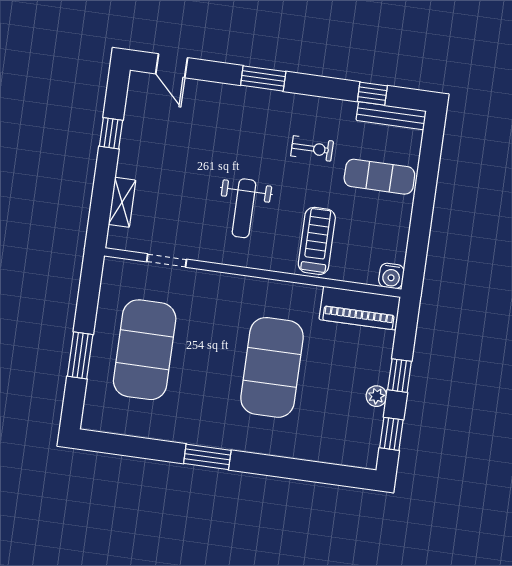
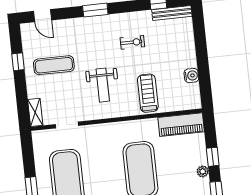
exercise mat: (379, 177) -> (54, 65), moved
shelving: (122, 202) -> (35, 112), moved
water cooler: (391, 276) -> (191, 76), moved, turned -90

